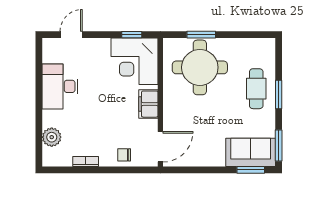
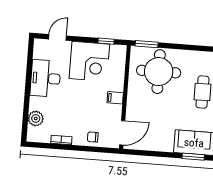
window: (201, 35) -> (147, 44), moved
corner desk: (135, 61) -> (89, 61), moved, turned -90
filing cabinet: (148, 104) -> (115, 98), width x0.50

